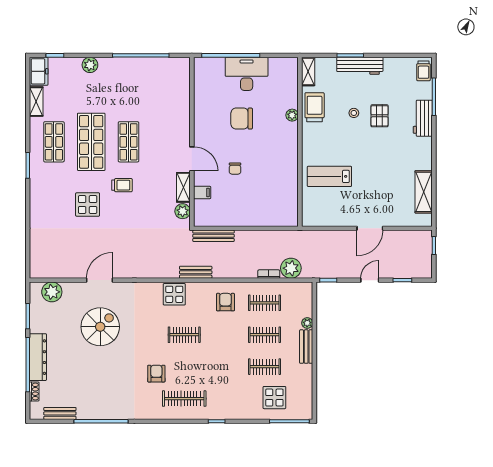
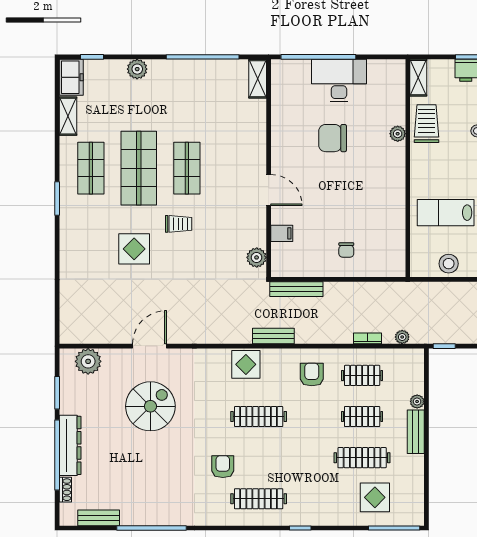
chair: (235, 169) -> (346, 250), moved
shelving: (183, 187) -> (258, 79), moved
stool: (332, 216) -> (449, 264), added
plant: (291, 268) -> (402, 337), width x0.53, depth x0.53
clothes rail: (184, 335) -> (259, 417), width x1.36
clothes rail: (265, 367) -> (362, 458), width x1.36

